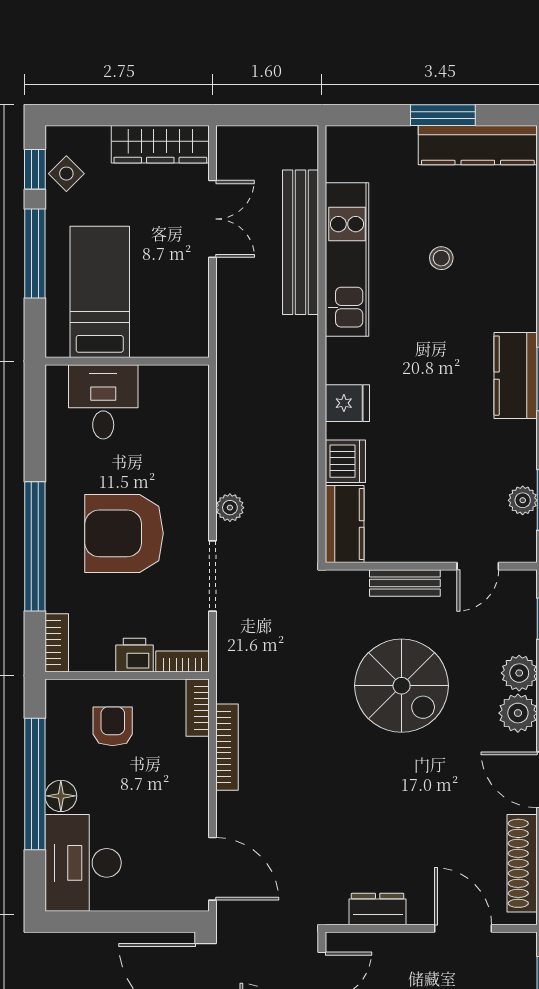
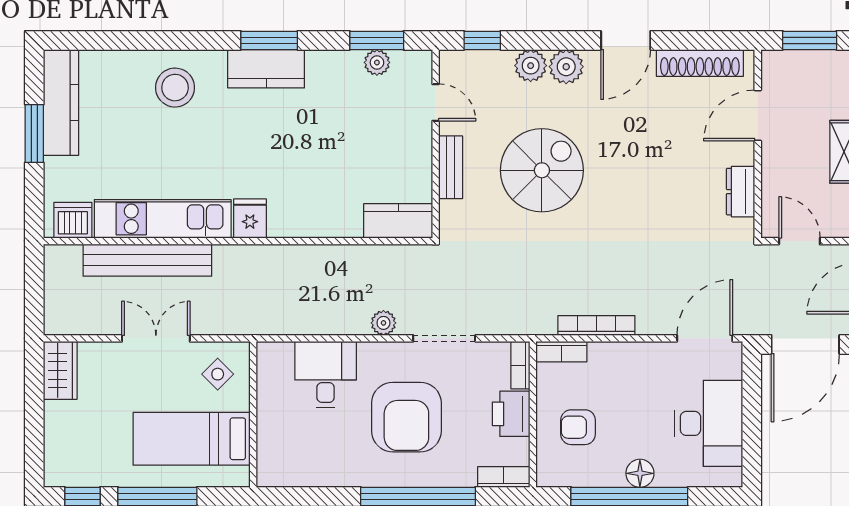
wardrobe: (160, 144) -> (60, 370), width x0.67
side table: (66, 174) -> (218, 374), moved
double door: (213, 219) -> (156, 338), moved
stool: (441, 258) -> (175, 88), moved, width x1.89, depth x1.89
desk: (103, 402) -> (326, 375), moved, turned 90
fridge: (347, 403) -> (250, 219), moved
dishwasher: (345, 461) -> (73, 220), moved
printer: (134, 655) -> (511, 414), width x1.36, depth x1.24
desk: (83, 863) -> (709, 423), moved, turned -90

